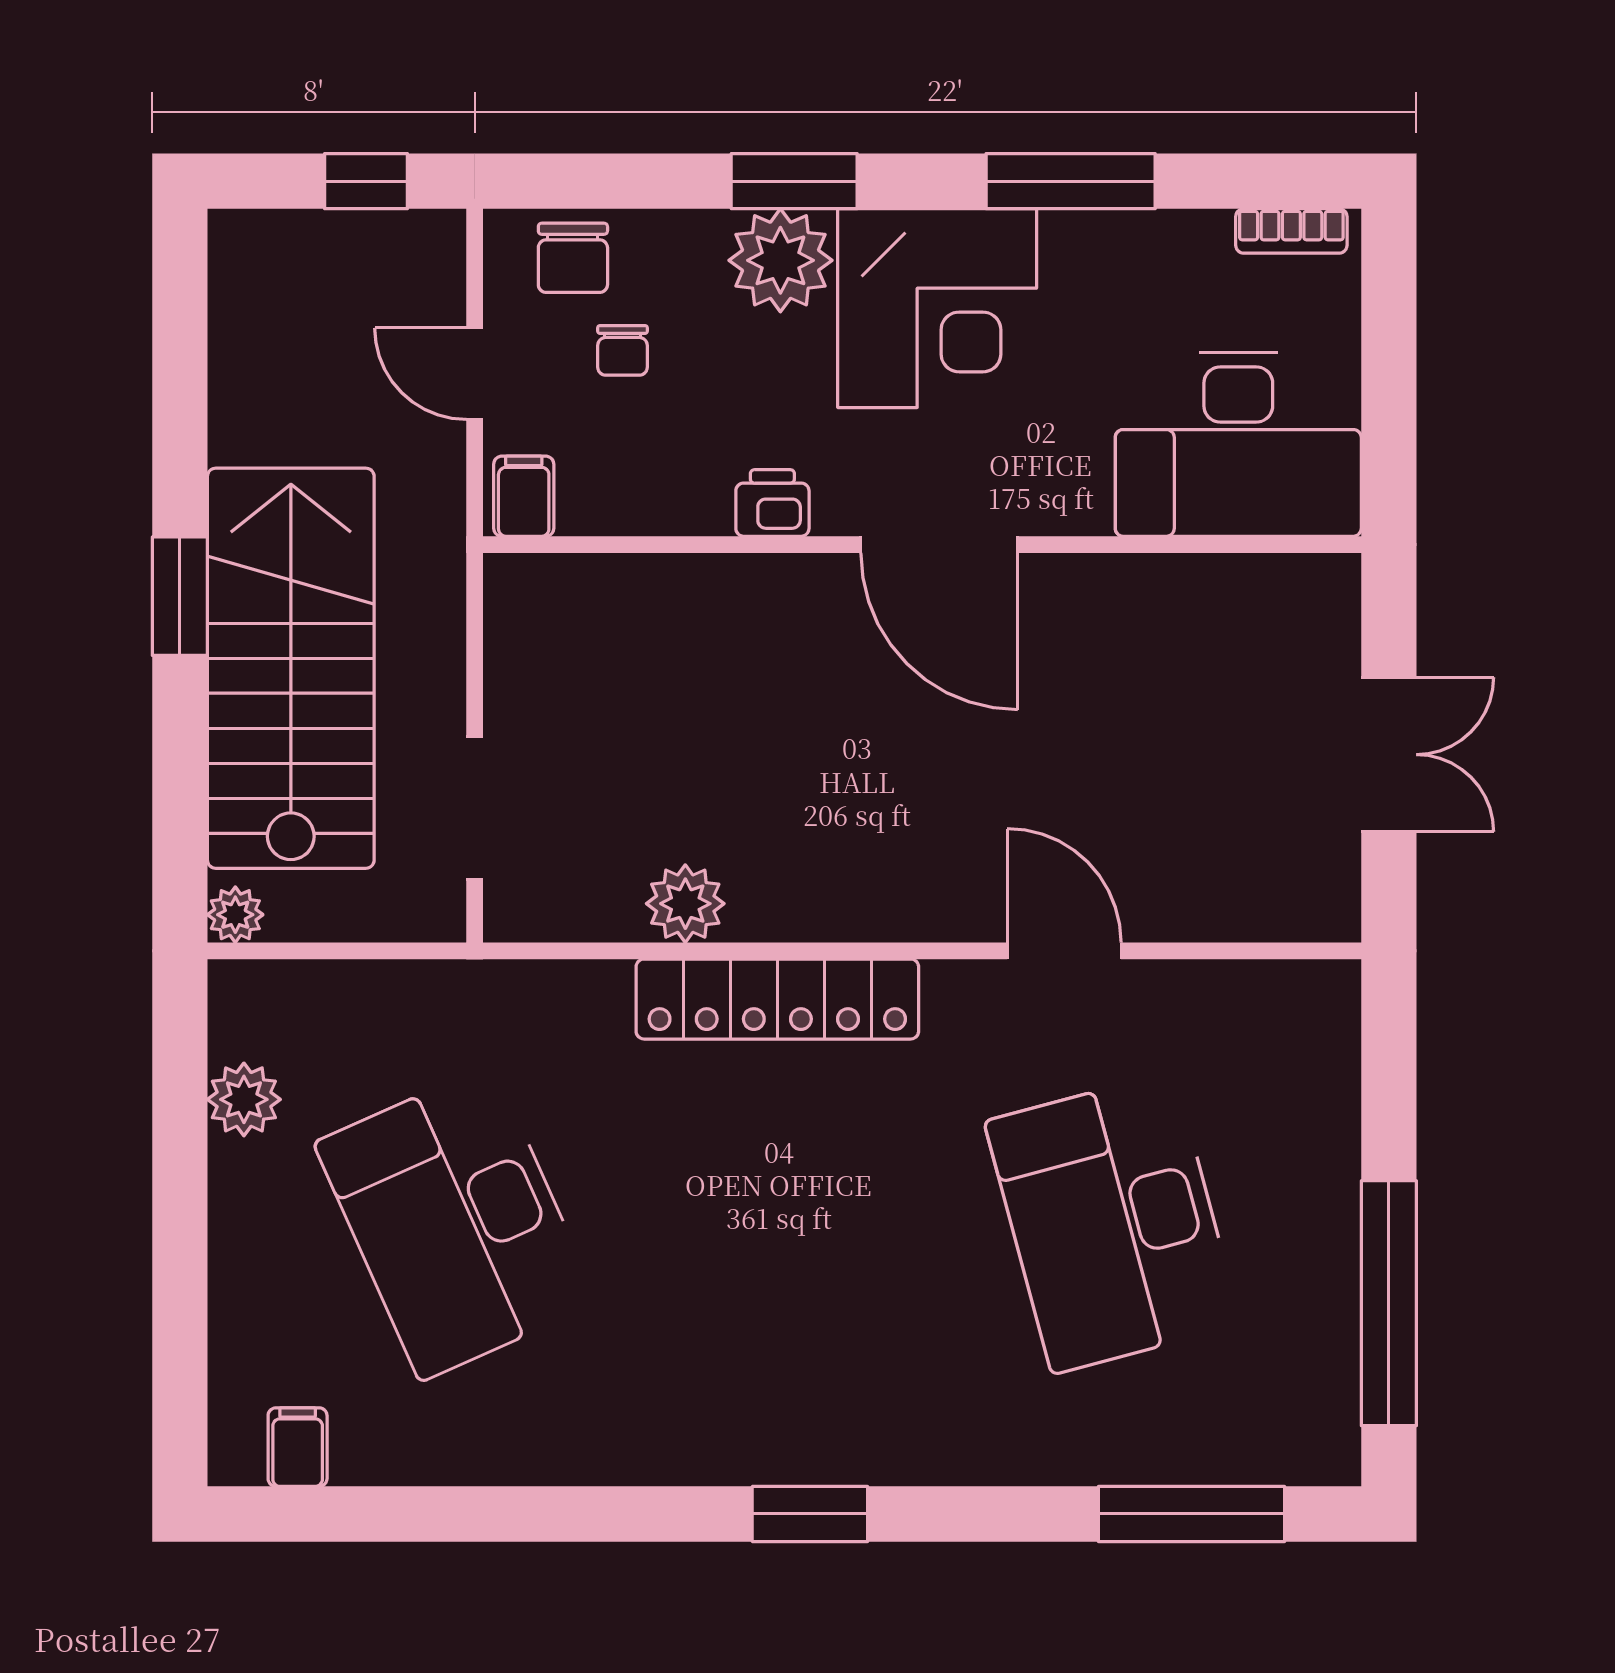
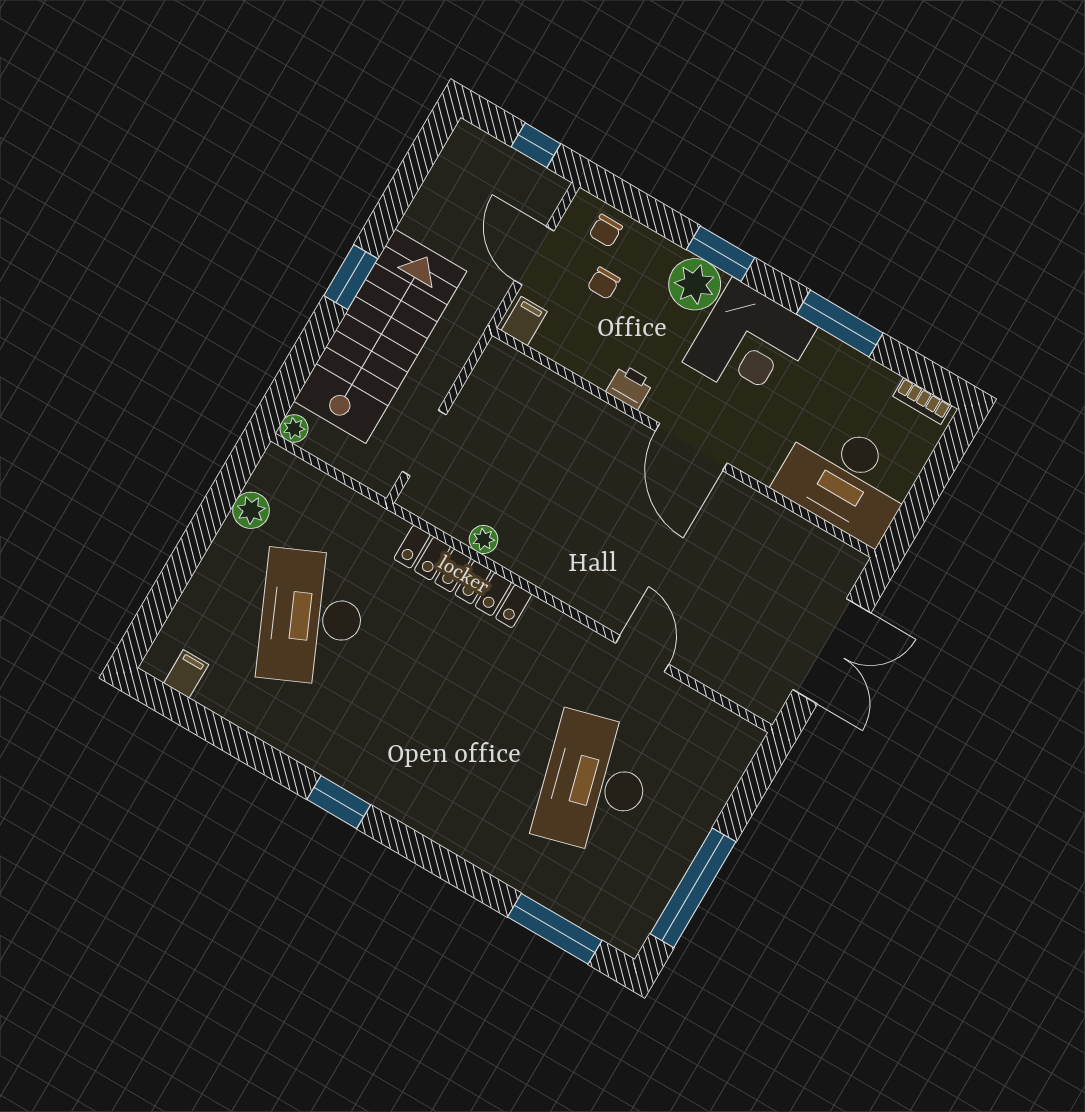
chair: (573, 258) -> (606, 231), width x0.73, depth x0.73
door: (475, 374) -> (534, 256), width x1.38
double door: (1389, 755) -> (832, 651), width x1.37
plant: (685, 904) -> (484, 539), width x0.73, depth x0.73
locker: (777, 999) -> (463, 576), moved
window: (810, 1514) -> (339, 802), moved

